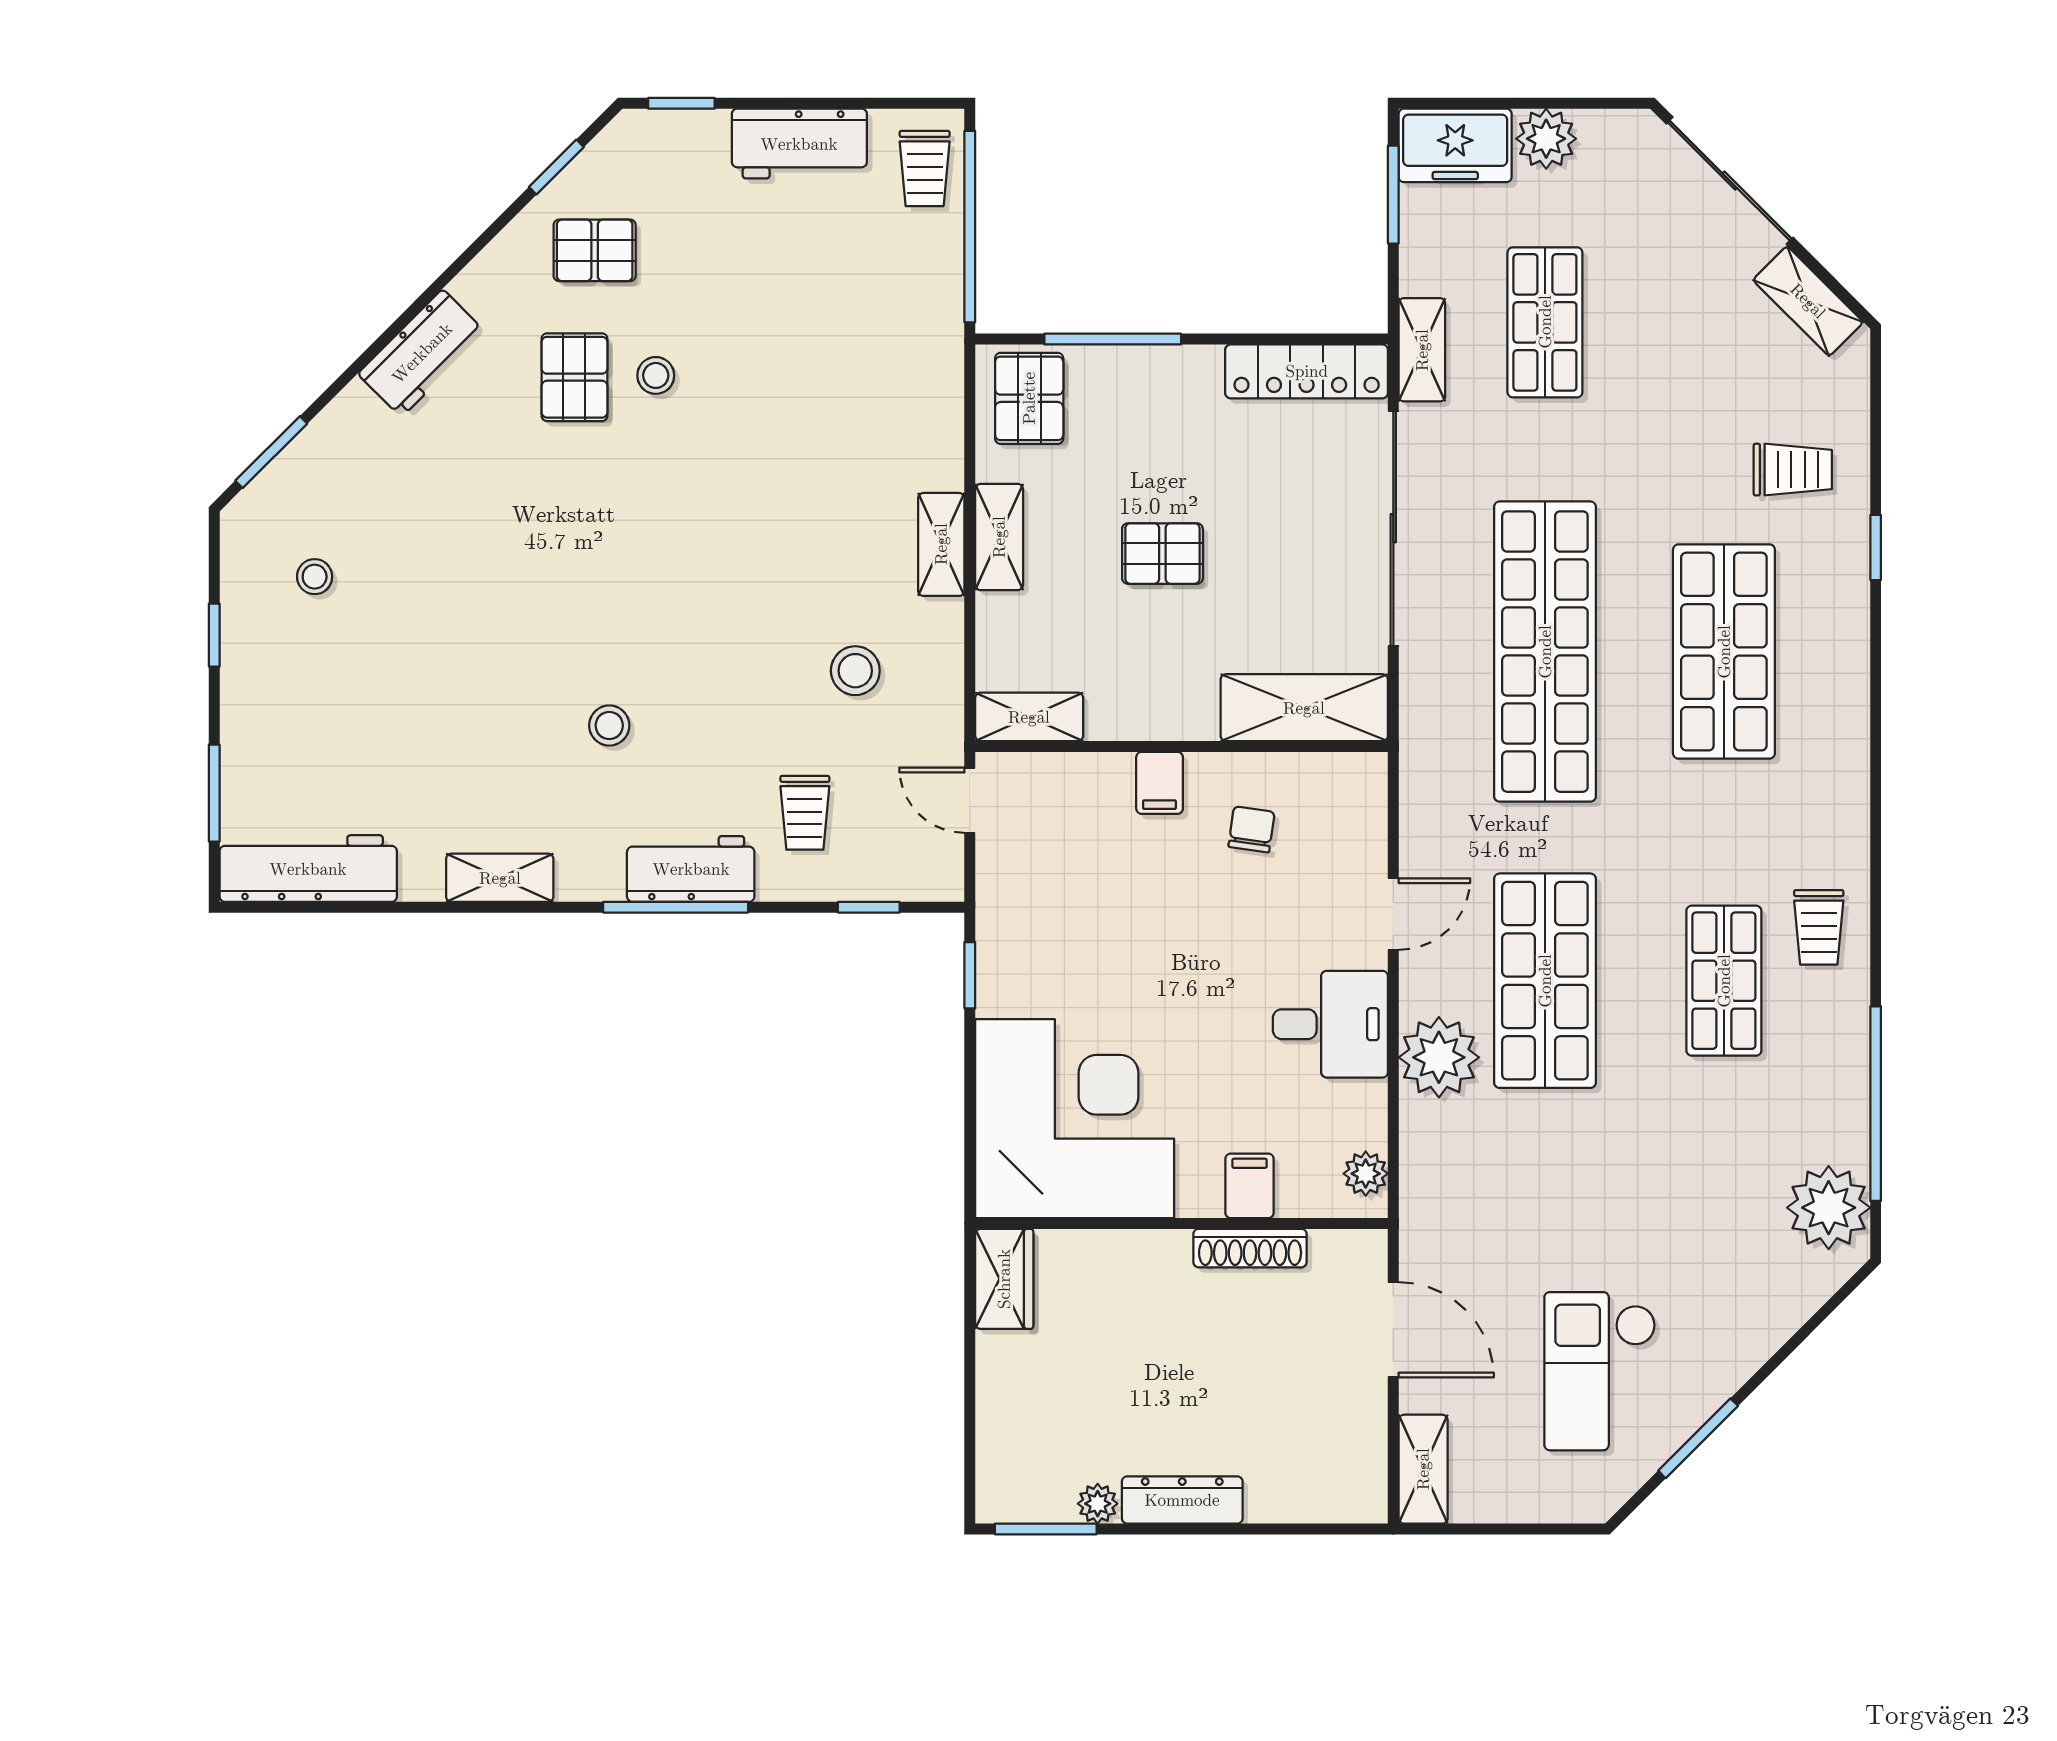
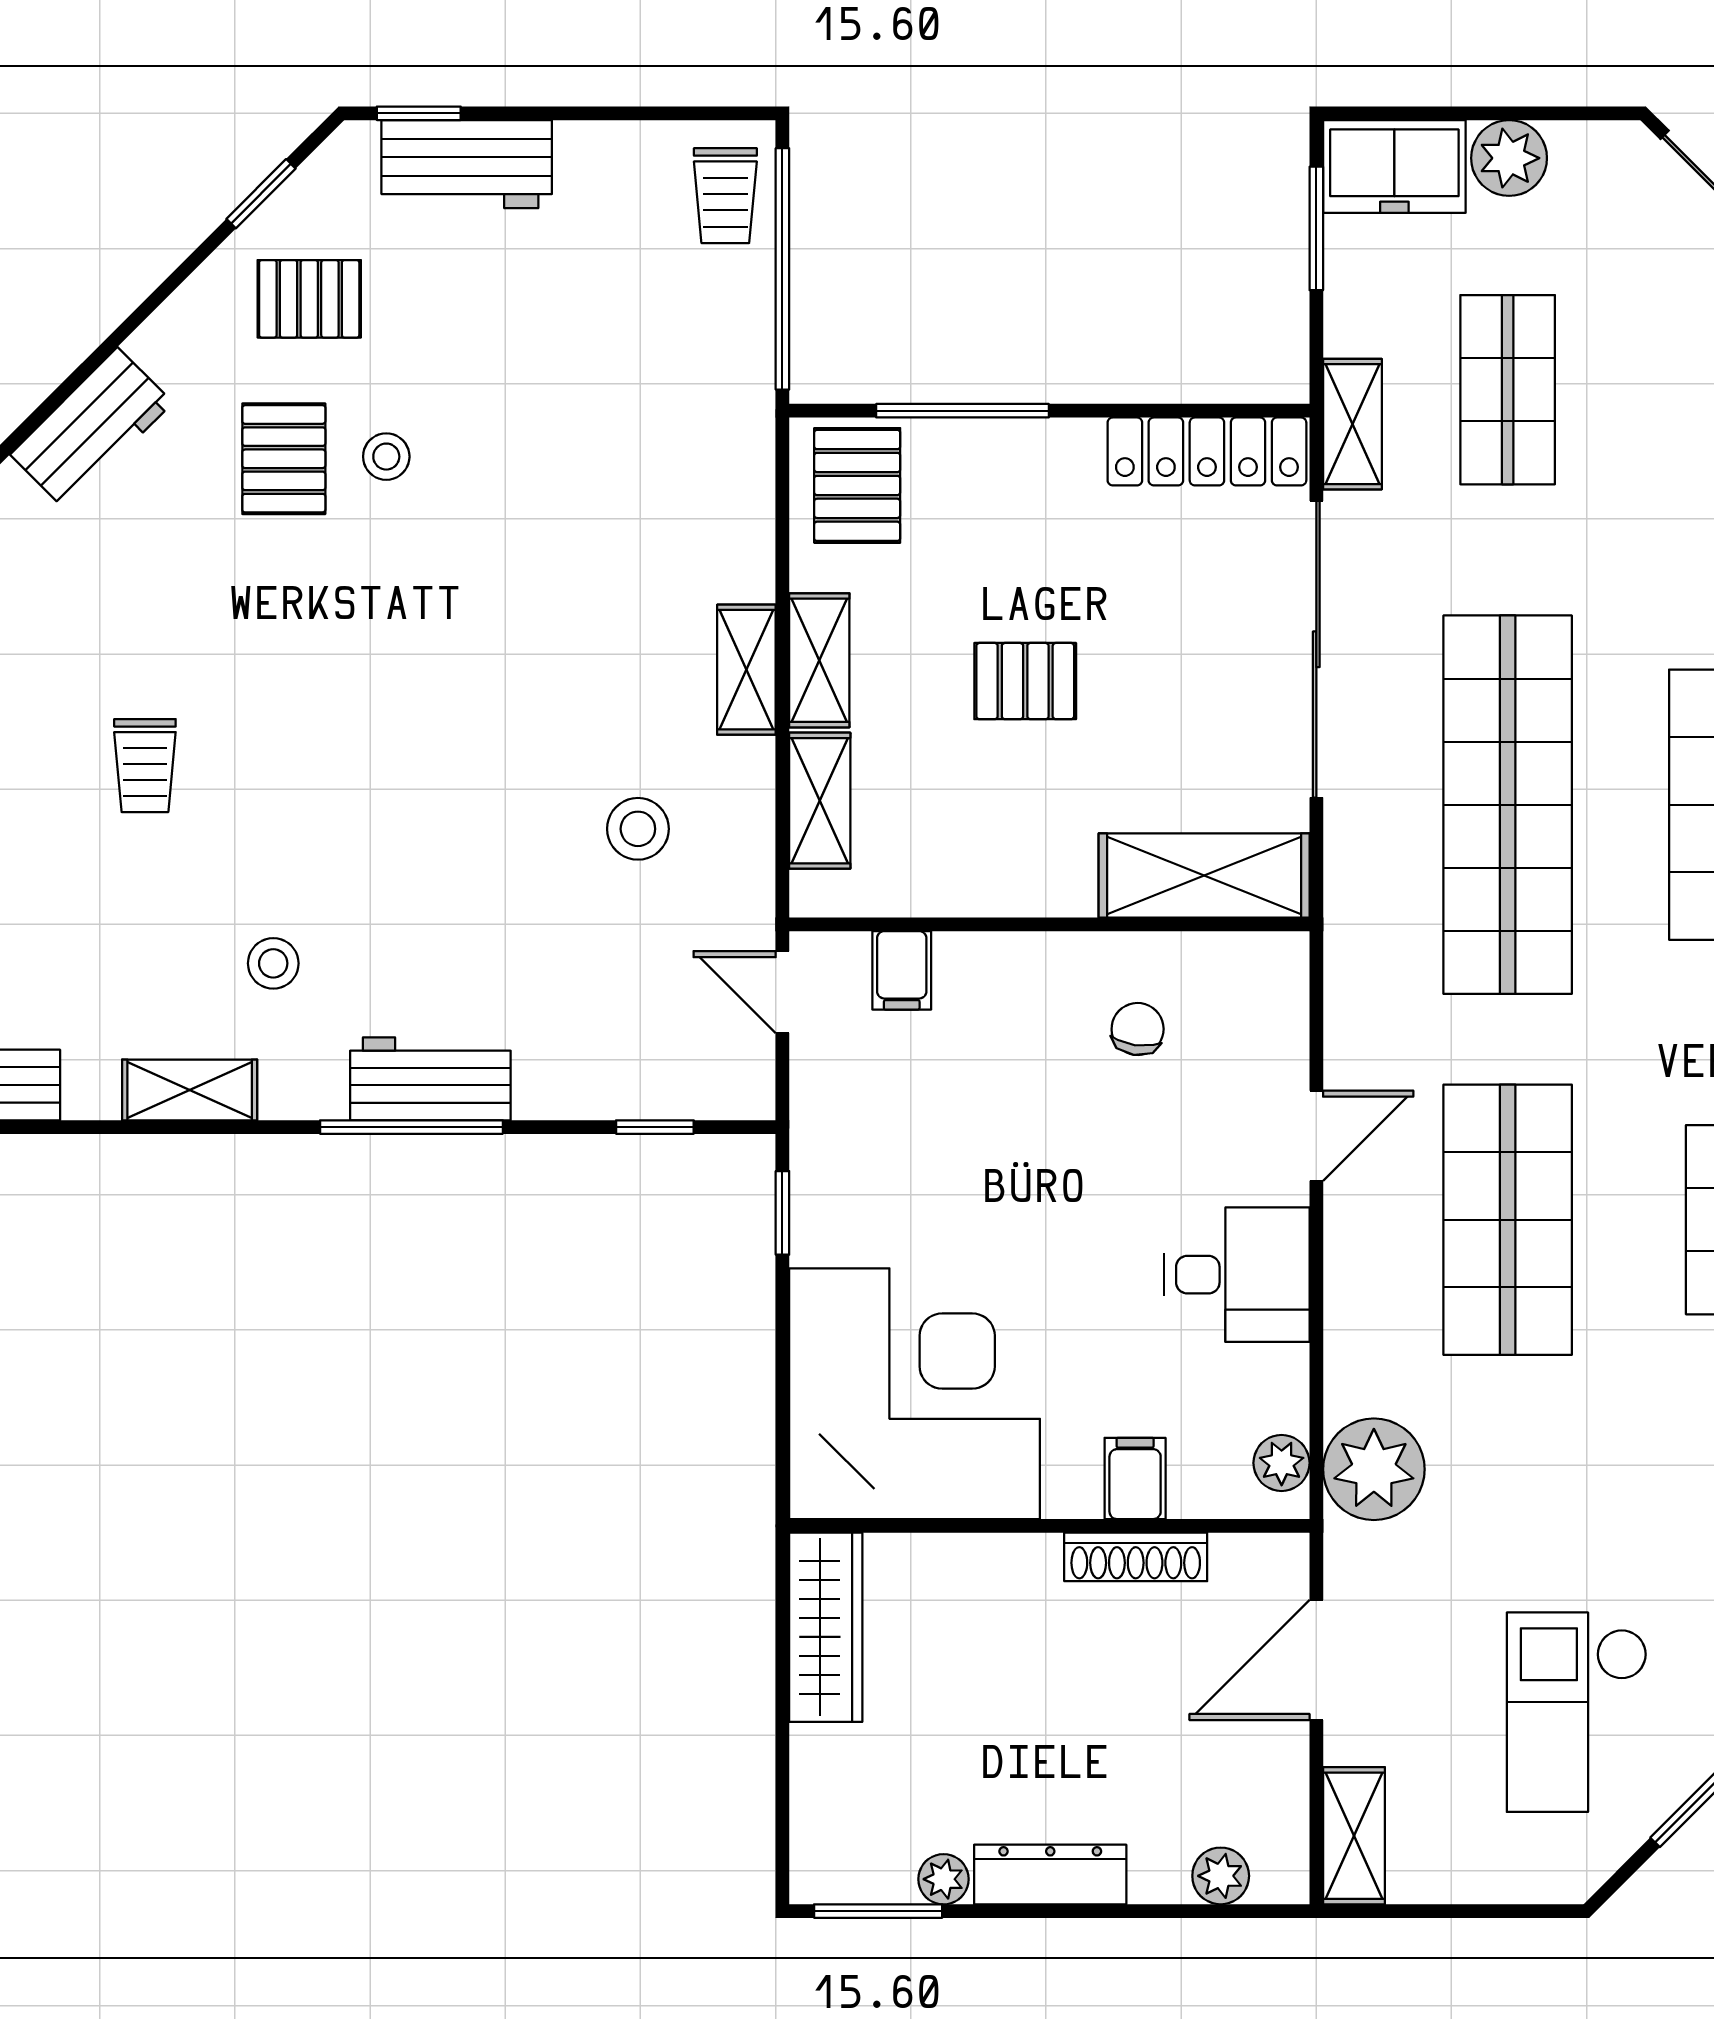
workbench: (799, 144) -> (467, 164), moved
shelving: (1029, 717) -> (820, 801), moved, turned 90
stool: (609, 725) -> (273, 963), moved
filing cabinet: (1160, 783) -> (902, 970), moved
trolley: (805, 813) -> (145, 766), moved
plant: (1439, 1057) -> (1374, 1469), moved
wardrobe: (1004, 1279) -> (826, 1627), width x1.50
door: (1393, 1330) -> (1316, 1660), swing flipped
plant: (1317, 1501) -> (1221, 1876), added

